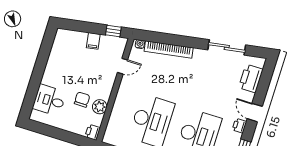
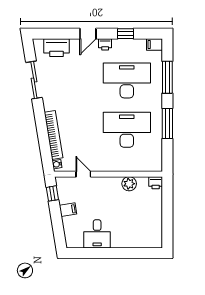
desk: (49, 100) -> (97, 234), moved
chair: (82, 100) -> (128, 203), removed

